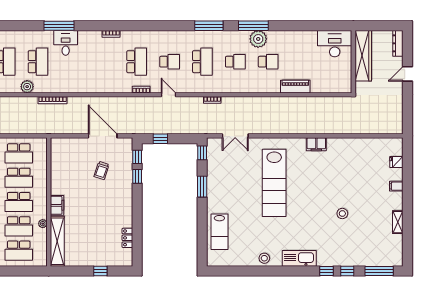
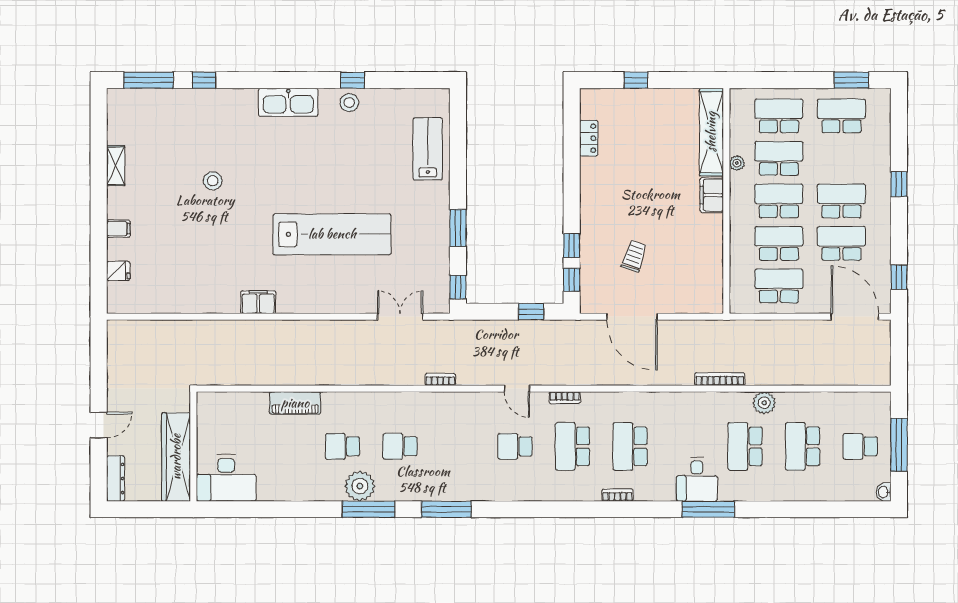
school desk: (202, 62) -> (630, 446), moved
lab bench: (274, 183) -> (332, 234), turned 90
window: (326, 271) -> (353, 80), moved

